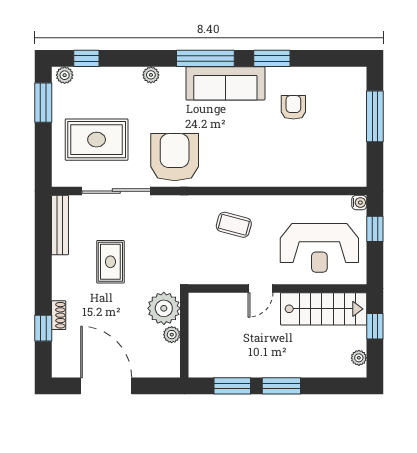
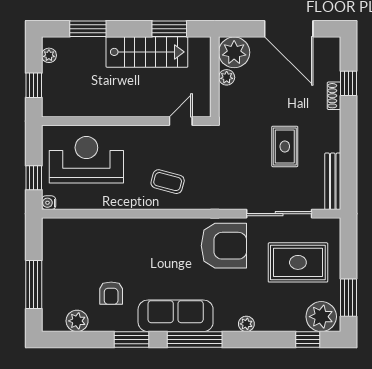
plant: (65, 75) -> (321, 317), width x1.88, depth x1.88
plant: (329, 78) -> (77, 321), added
armchair: (175, 157) -> (224, 246), turned -90
door: (260, 288) -> (181, 121), moved
plant: (164, 308) -> (234, 52), moved
stairs: (324, 309) -> (147, 52), moved, turned 180
window: (281, 386) -> (88, 29), moved

